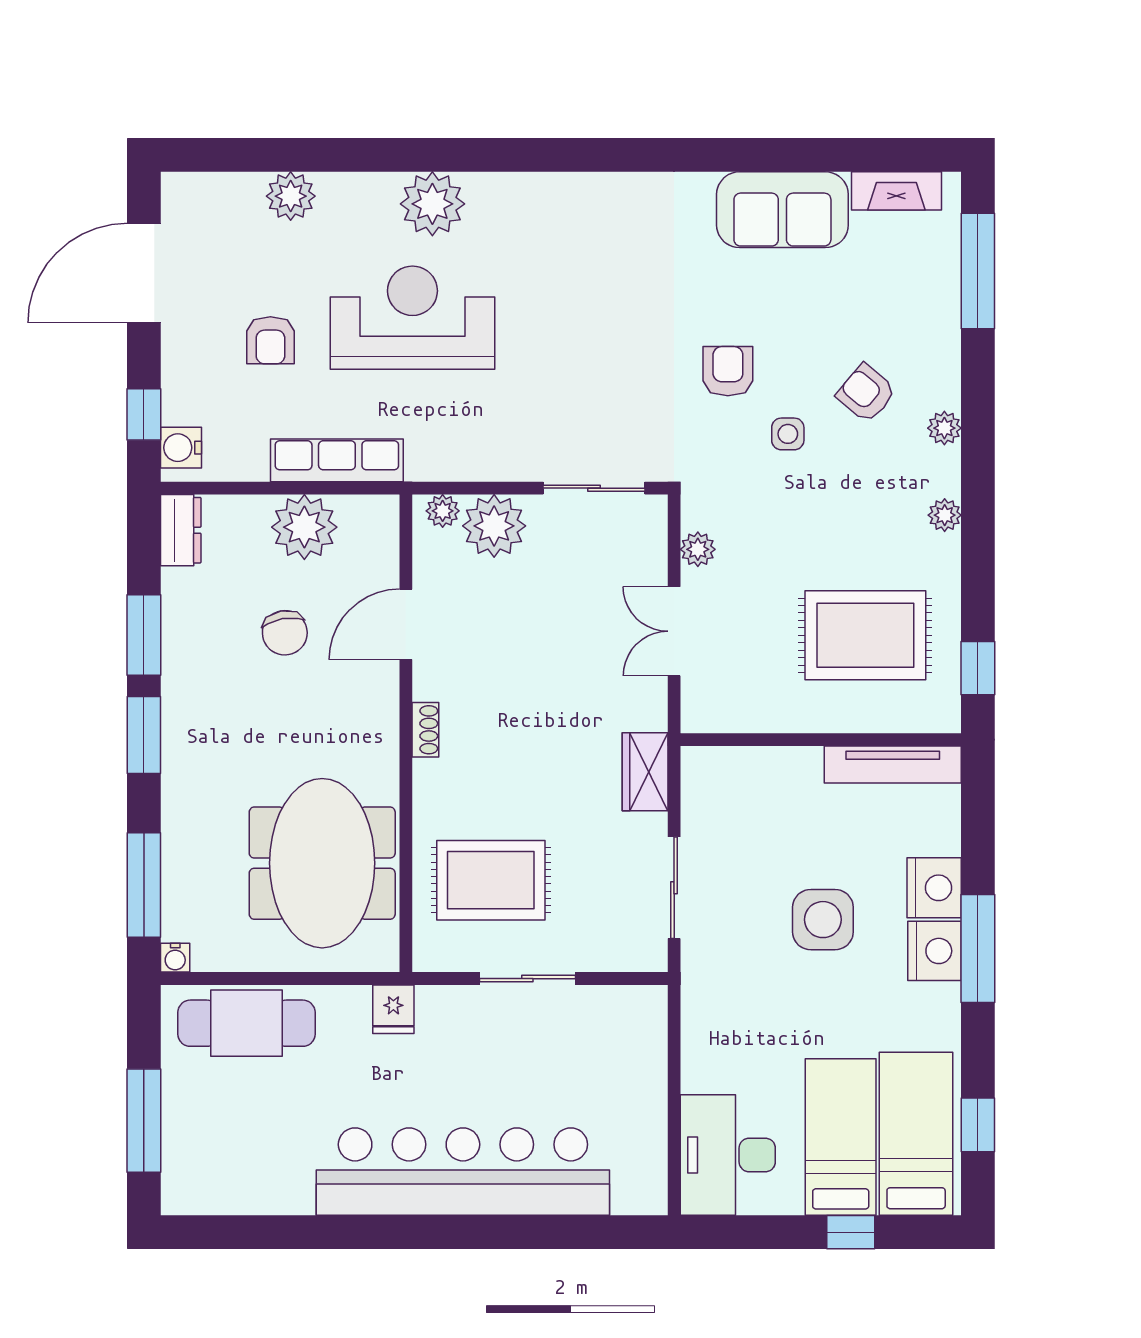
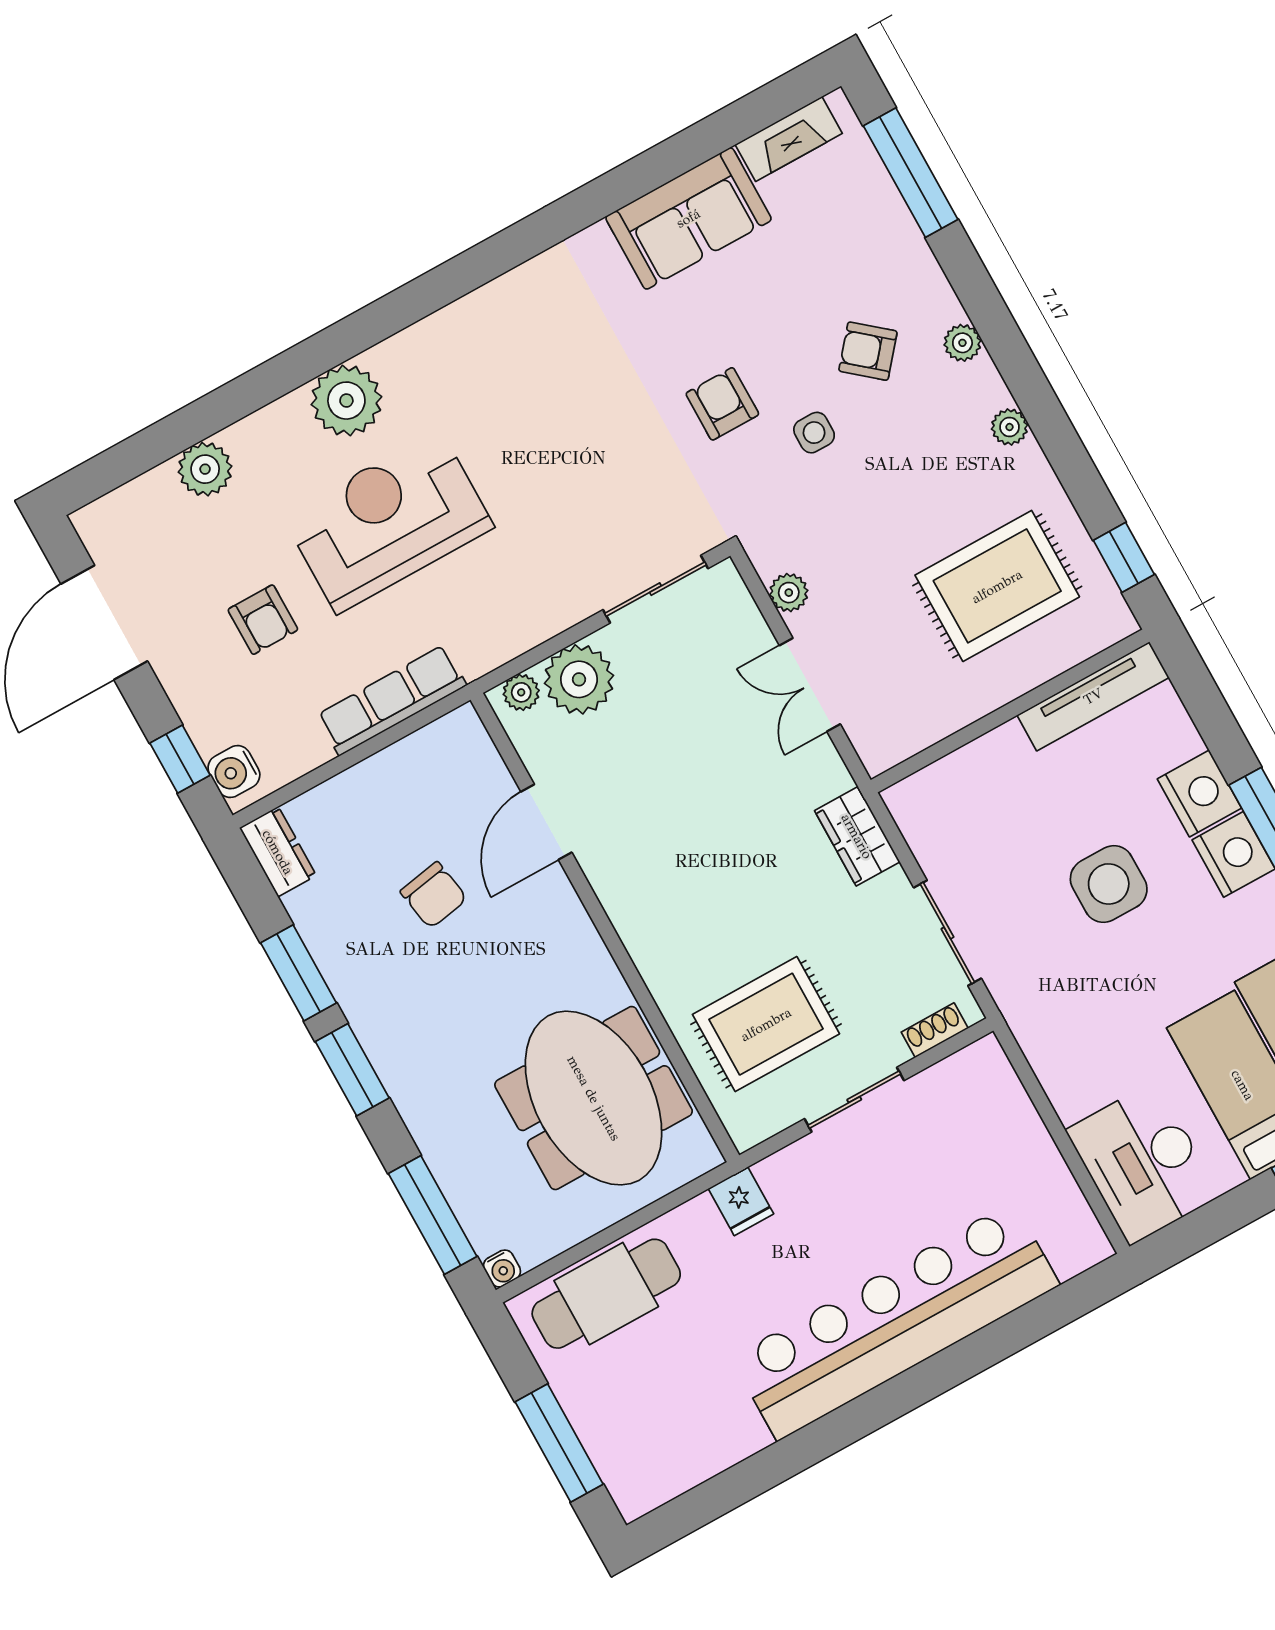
plant: (304, 527) -> (396, 782), removed
shoe rack: (425, 730) -> (935, 1030), moved, turned -90

